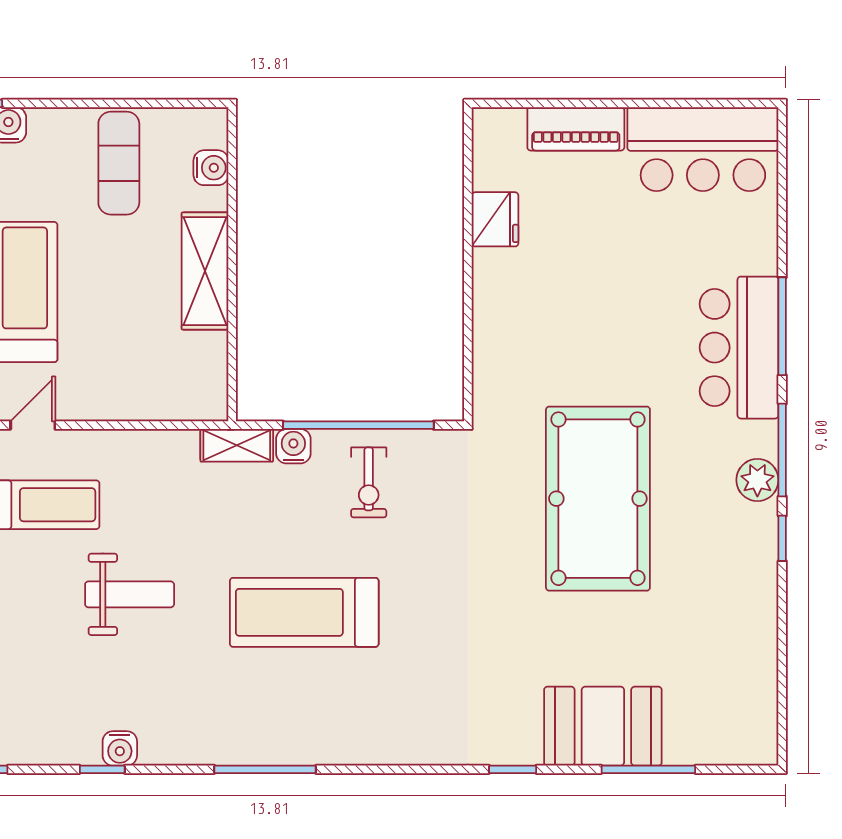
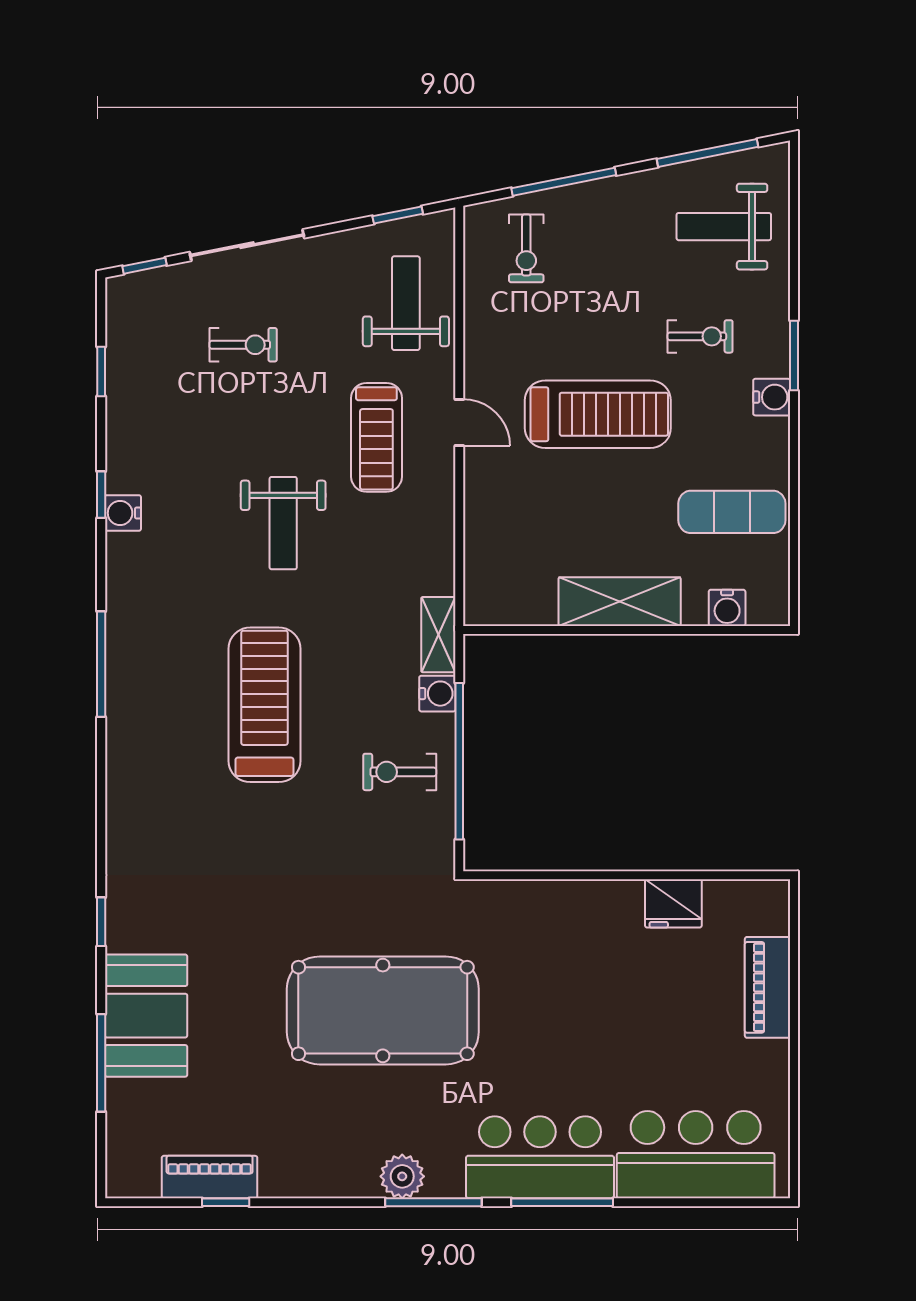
bar counter: (703, 149) -> (696, 1155), moved, turned 90
window: (782, 538) -> (226, 1202), moved
piano: (758, 665) -> (210, 1177), added

